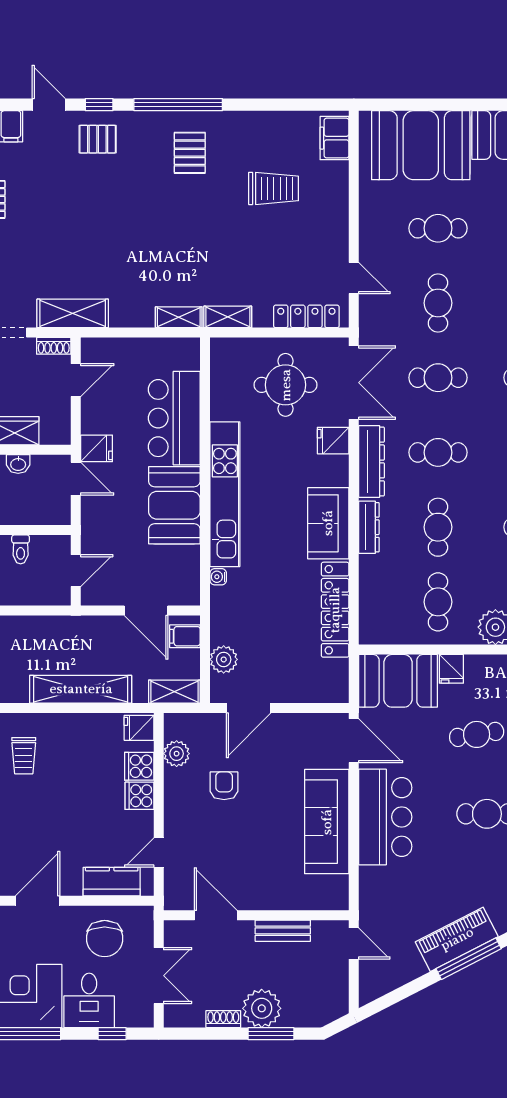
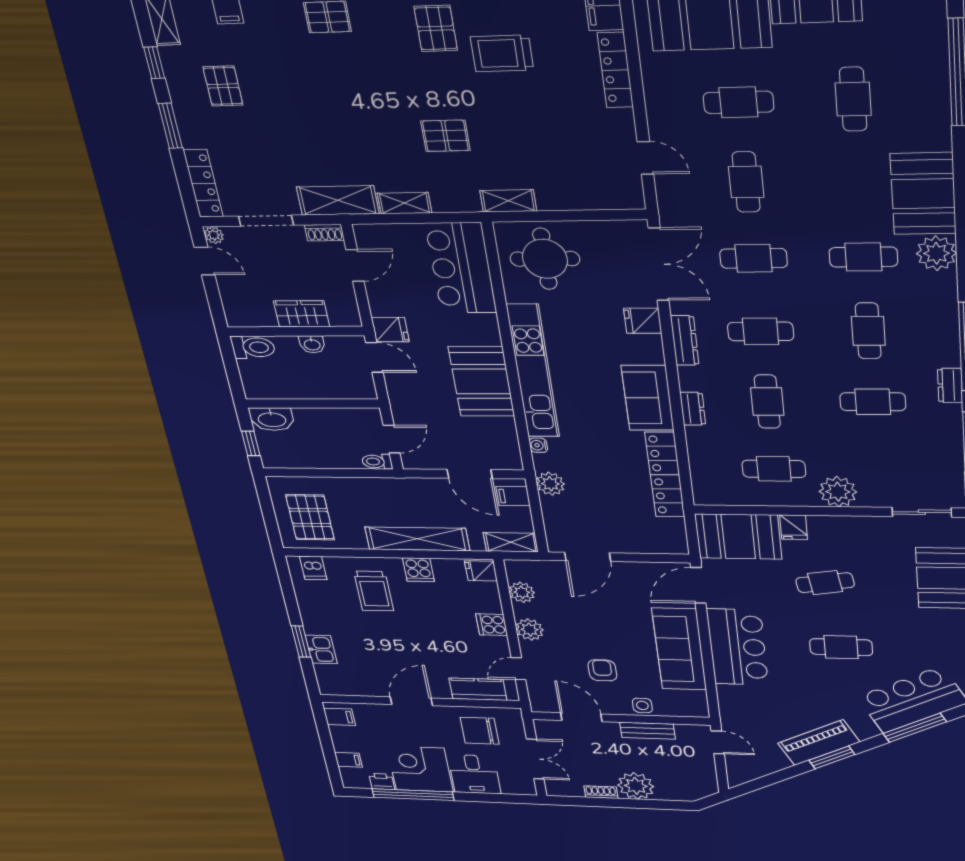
trolley: (274, 188) -> (502, 53), moved, turned 180
pallet: (182, 253) -> (445, 136), added
locker: (306, 316) -> (615, 70), moved, turned -90
shelving: (179, 317) -> (404, 203), moved
round table: (286, 385) -> (545, 259), moved
bar counter: (174, 418) -> (461, 268), moved
dresser: (371, 461) -> (685, 340), width x0.73, depth x0.80
dresser: (369, 527) -> (693, 409), width x0.70
toilet: (21, 549) -> (377, 462), moved, turned 90
cafe table: (438, 602) -> (774, 469), turned 90
plant: (224, 659) -> (550, 484), moved
door: (354, 741) -> (698, 585), swing flipped
trolley: (24, 756) -> (374, 591), width x1.36, depth x1.39
cooker: (139, 766) -> (418, 570), moved, turned -90
armchair: (224, 786) -> (602, 670), moved
plant: (178, 801) -> (530, 630), added
side table: (281, 897) -> (642, 705), added
chair: (105, 939) -> (480, 731), turned 90
window: (469, 959) -> (832, 757), width x0.69
window: (112, 1034) -> (500, 798), removed
window: (271, 1034) -> (647, 804), removed

